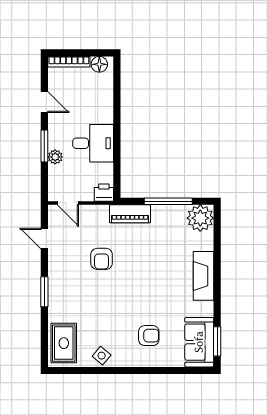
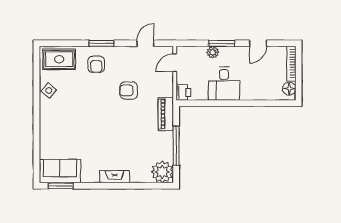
fireplace: (204, 276) -> (115, 177), width x0.73, depth x0.76
armchair: (149, 336) -> (96, 64), moved

